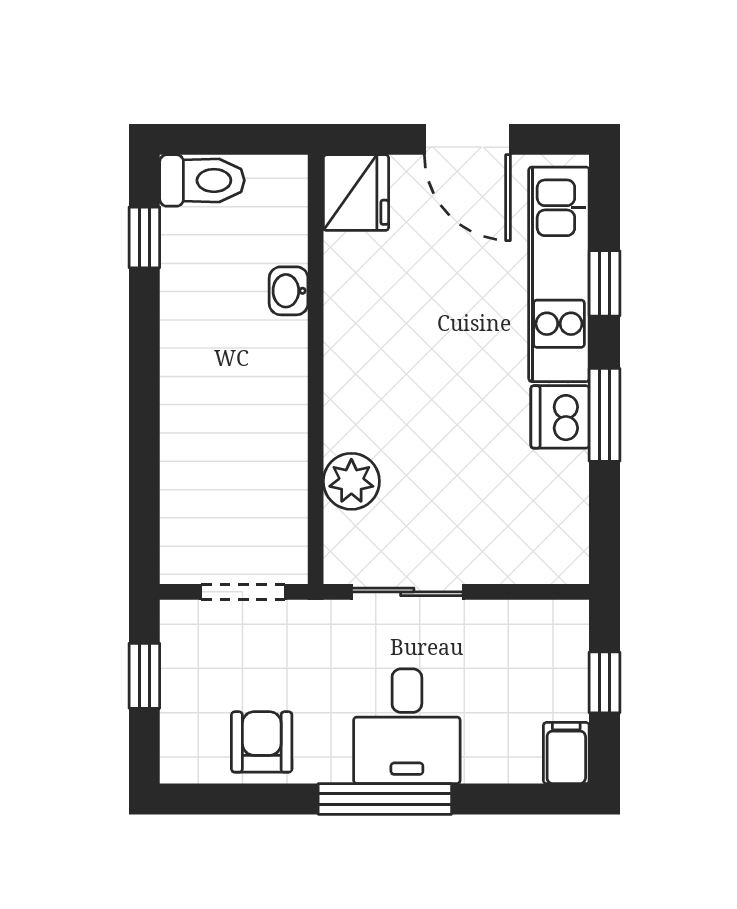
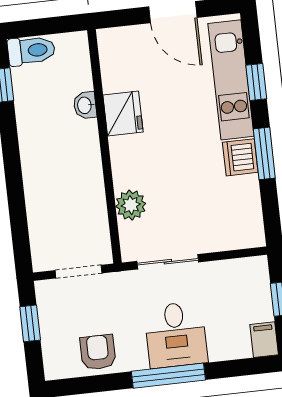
fridge: (356, 193) -> (123, 113), moved

